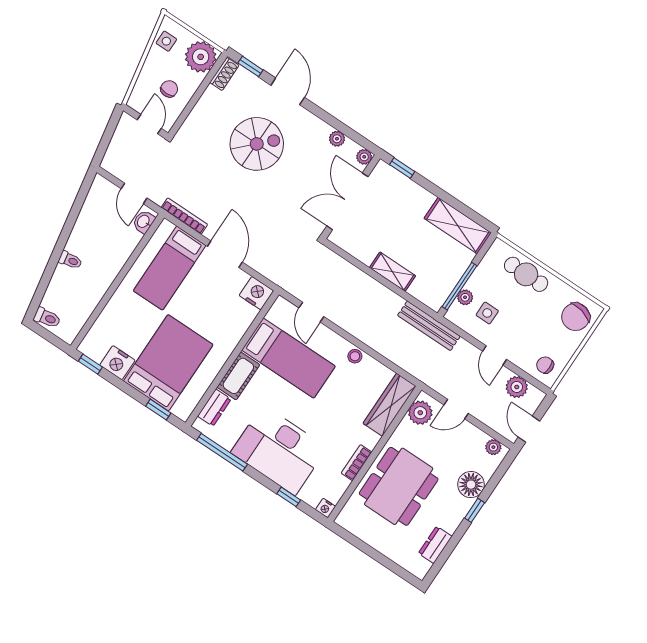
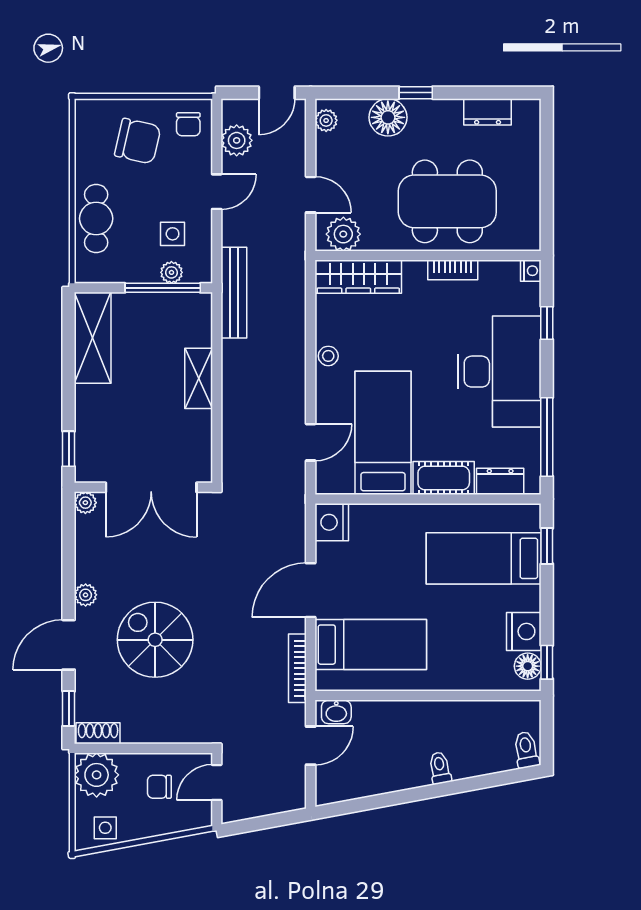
plant: (337, 139) -> (86, 595), moved
chair: (576, 317) -> (138, 141), moved
floor lamp: (96, 351) -> (528, 666), added
bed: (168, 363) -> (484, 558), width x0.67

